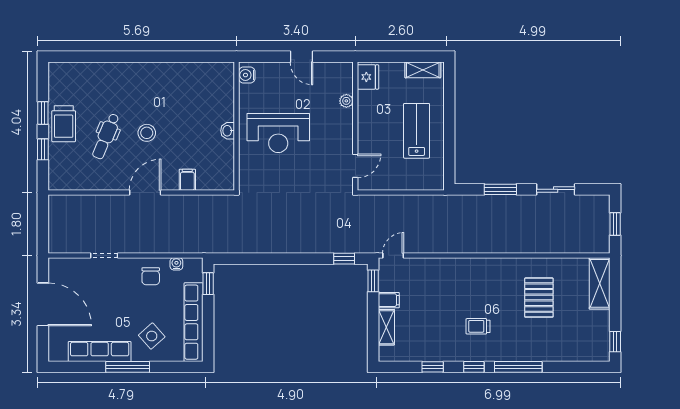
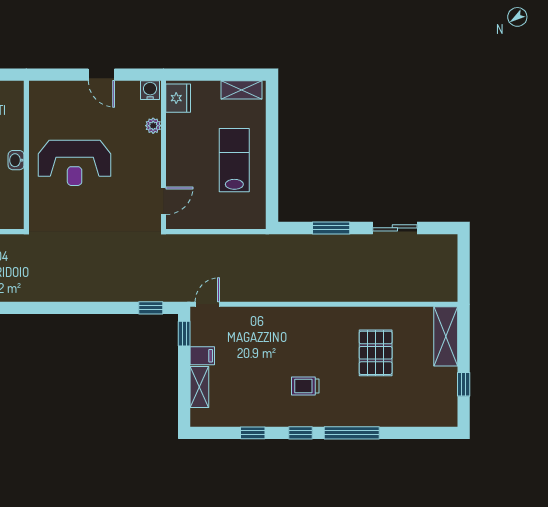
water cooler: (247, 75) -> (150, 90), moved, turned 90
window: (615, 224) -> (464, 268), removed
window: (615, 342) -> (464, 384), moved

